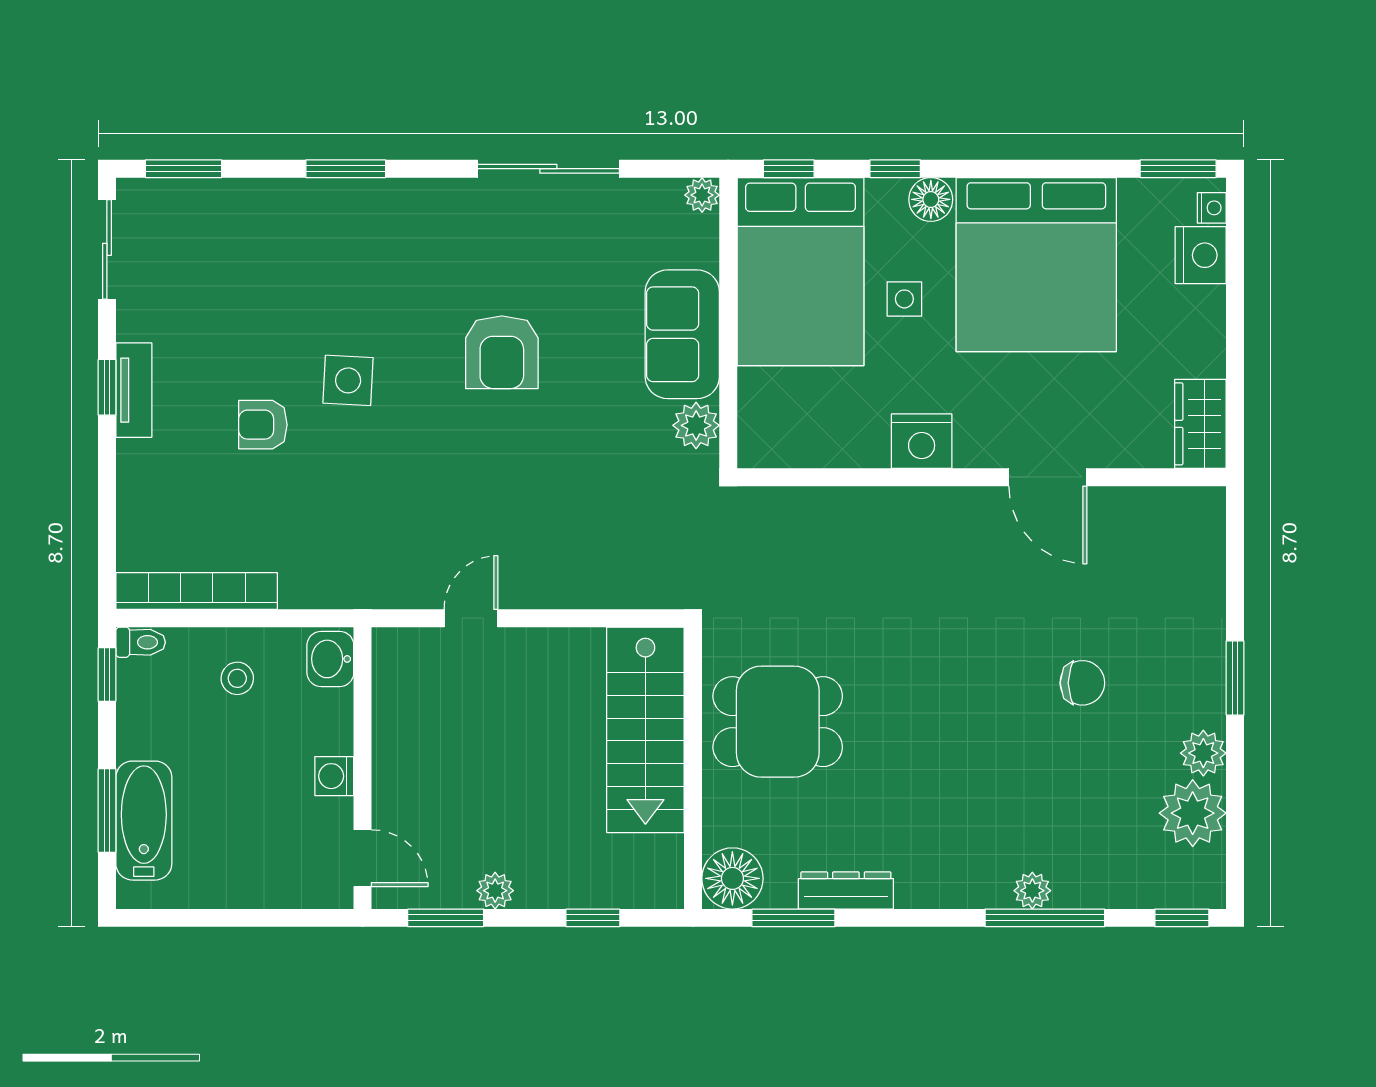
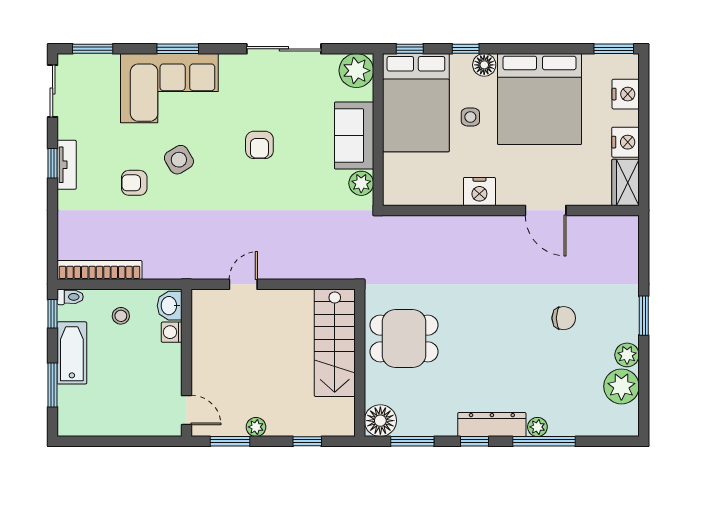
plant: (702, 195) -> (356, 71), width x1.88, depth x1.88
nightstand: (1212, 208) -> (625, 142), moved, width x1.89, depth x1.79
corner sofa: (330, 244) -> (169, 88), added
armchair: (502, 352) -> (259, 145), width x0.72, depth x0.72
side table: (348, 380) -> (179, 160), turned -34
washing machine: (334, 776) -> (172, 332), moved
bathtub: (144, 821) -> (72, 353), moved
dresser: (846, 890) -> (492, 425), moved, width x1.37, depth x1.24
window: (1182, 918) -> (474, 441), moved

